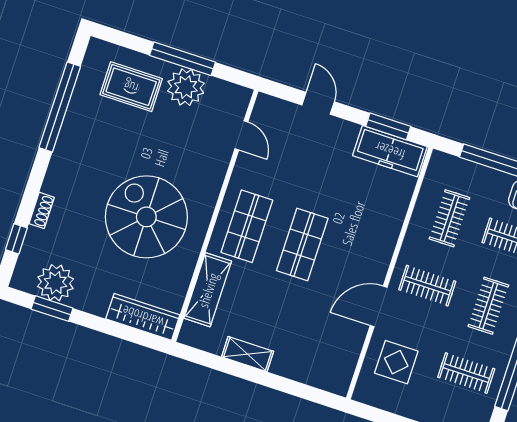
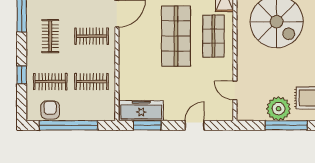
door: (318, 103) -> (195, 125), swing flipped
clothes rail: (449, 218) -> (91, 82), turned 90
shop shelf: (302, 244) -> (176, 36), width x1.43, depth x1.36

